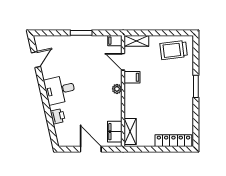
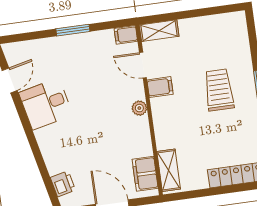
trolley: (174, 50) -> (219, 90), moved, turned 97
desk: (60, 90) -> (46, 104), moved
printer: (58, 116) -> (63, 184), moved

